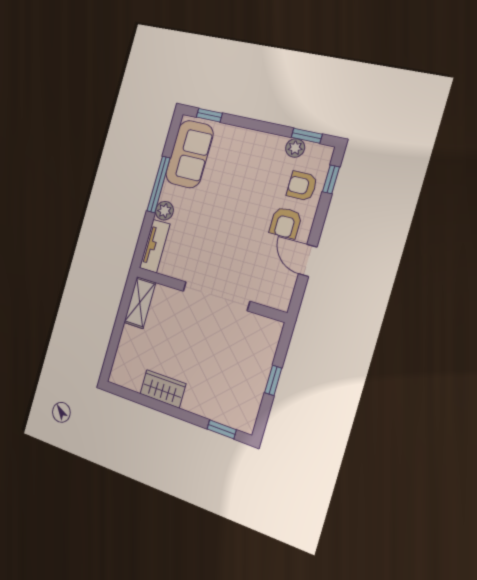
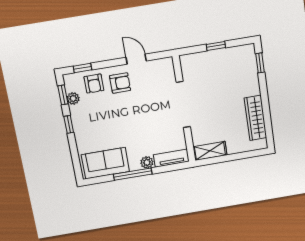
window: (209, 115) -> (69, 124), moved
door: (308, 260) -> (136, 59), swing flipped
wardrobe: (163, 389) -> (256, 118), width x1.50

